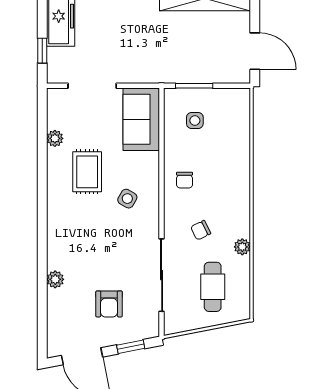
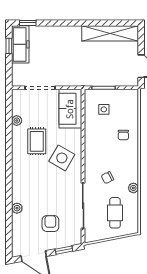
window: (42, 51) -> (9, 46), moved
chair: (184, 180) -> (123, 135), moved
side table: (127, 199) -> (62, 158), width x1.87, depth x1.87
armchair: (109, 304) -> (50, 223), turned 180

